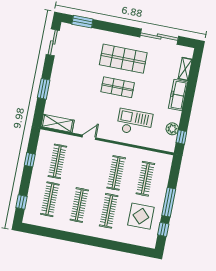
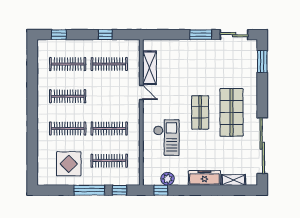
sliding door: (159, 37) -> (262, 146), width x1.36
window: (44, 89) -> (201, 35), moved
shelving: (58, 123) -> (149, 68), moved
window: (163, 229) -> (119, 190), moved

